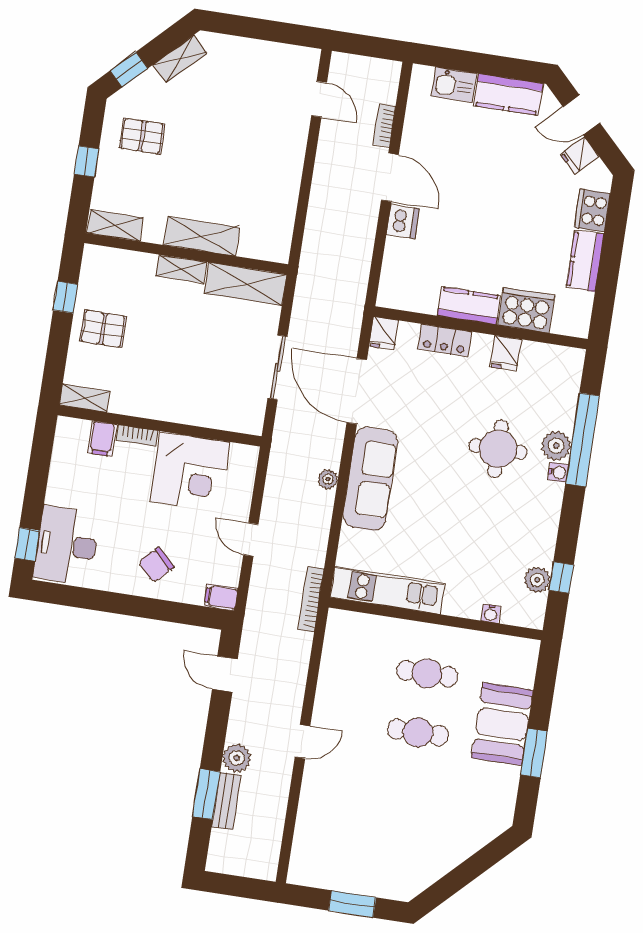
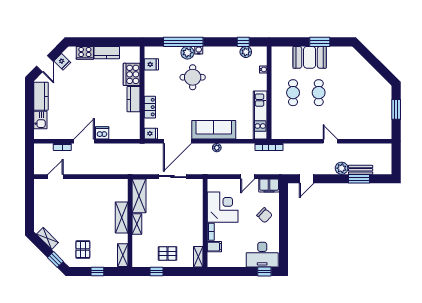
pallet: (103, 329) -> (168, 253), turned 90
fridge: (506, 353) -> (151, 64), moved
filing cabinet: (221, 597) -> (269, 185), width x2.00

